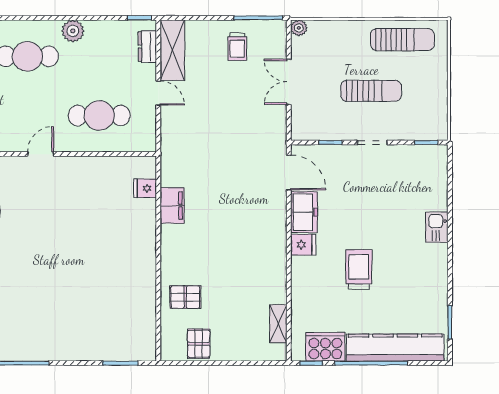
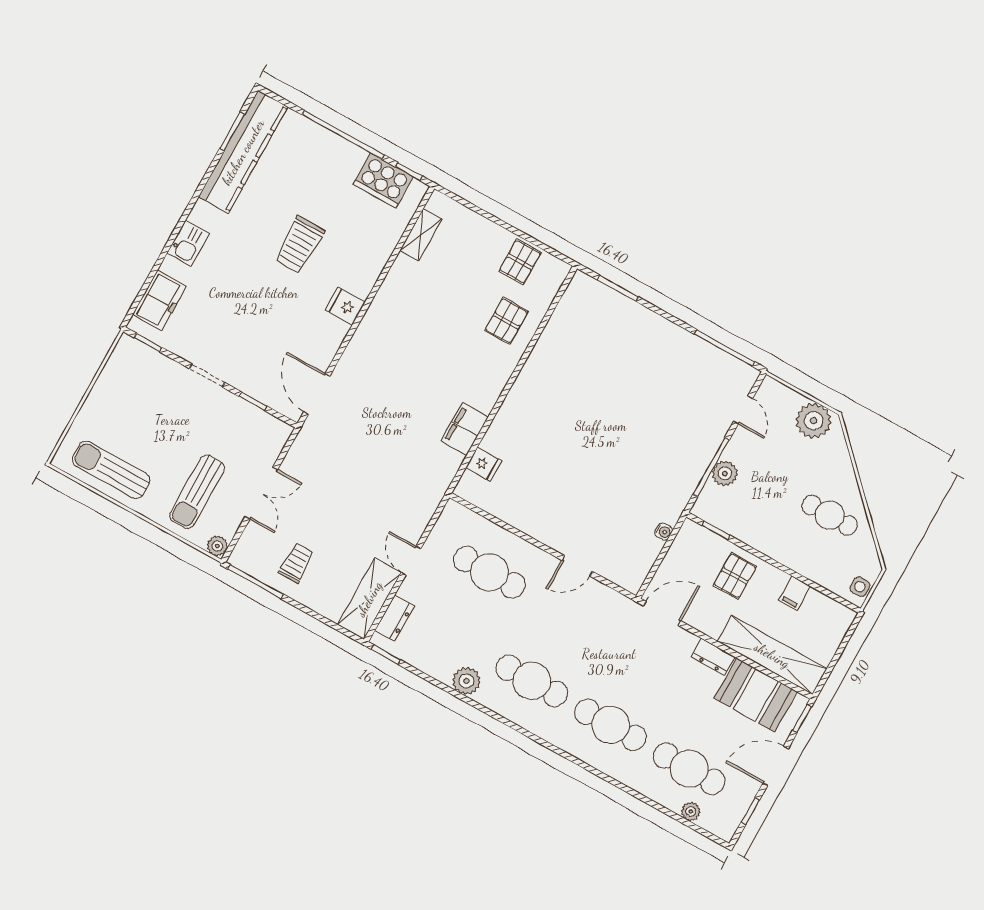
sun lounger: (371, 91) -> (197, 492), moved, turned -90
freezer: (304, 212) -> (159, 300), moved, turned 180
pallet: (185, 297) -> (506, 321), turned 90
kitchen counter: (395, 348) -> (243, 152), moved, turned -90

